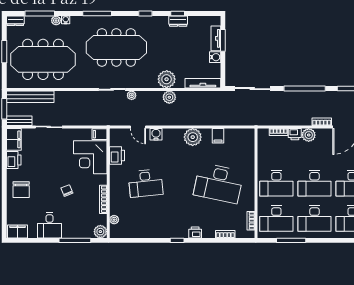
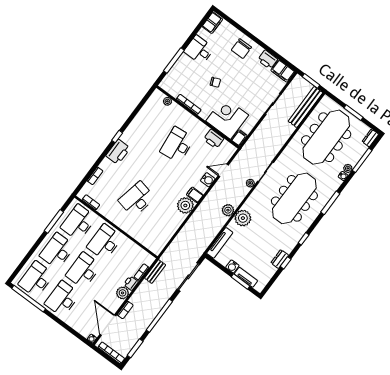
bench: (19, 121) -> (155, 271), moved
filing cabinet: (218, 136) -> (195, 195), moved
desk: (219, 183) -> (137, 199), width x0.73, depth x0.77
chair: (21, 190) -> (241, 49), turned -90
plant: (100, 232) -> (166, 84), removed
printer: (195, 232) -> (118, 152), width x1.87, depth x1.48

